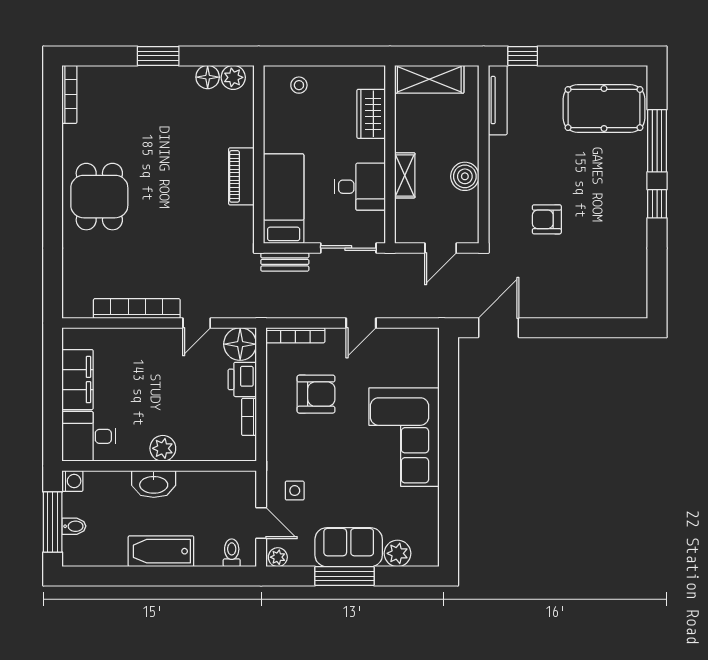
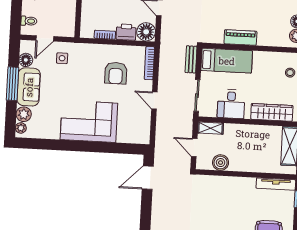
wardrobe: (371, 114) -> (272, 112), width x1.50
shelving: (405, 175) -> (211, 128), moved
boiler: (465, 176) -> (221, 163), moved
armchair: (547, 219) -> (207, 208), removed
door: (498, 328) -> (148, 178), swing flipped
floor lamp: (301, 555) -> (26, 60), added
plant: (278, 557) -> (21, 128), moved

